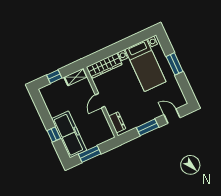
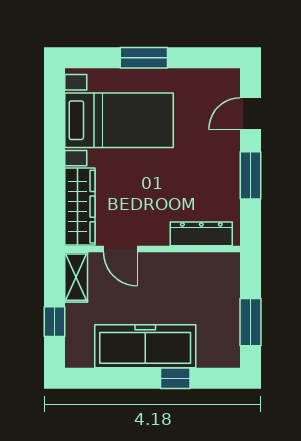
door: (100, 101) -> (120, 249), moved
dresser: (117, 122) -> (201, 234), width x1.44
freezer: (69, 134) -> (145, 346), moved

